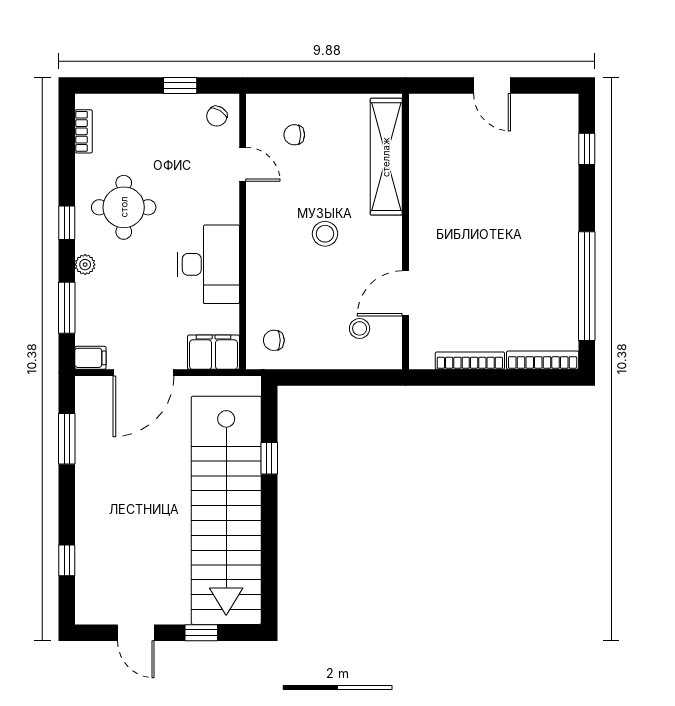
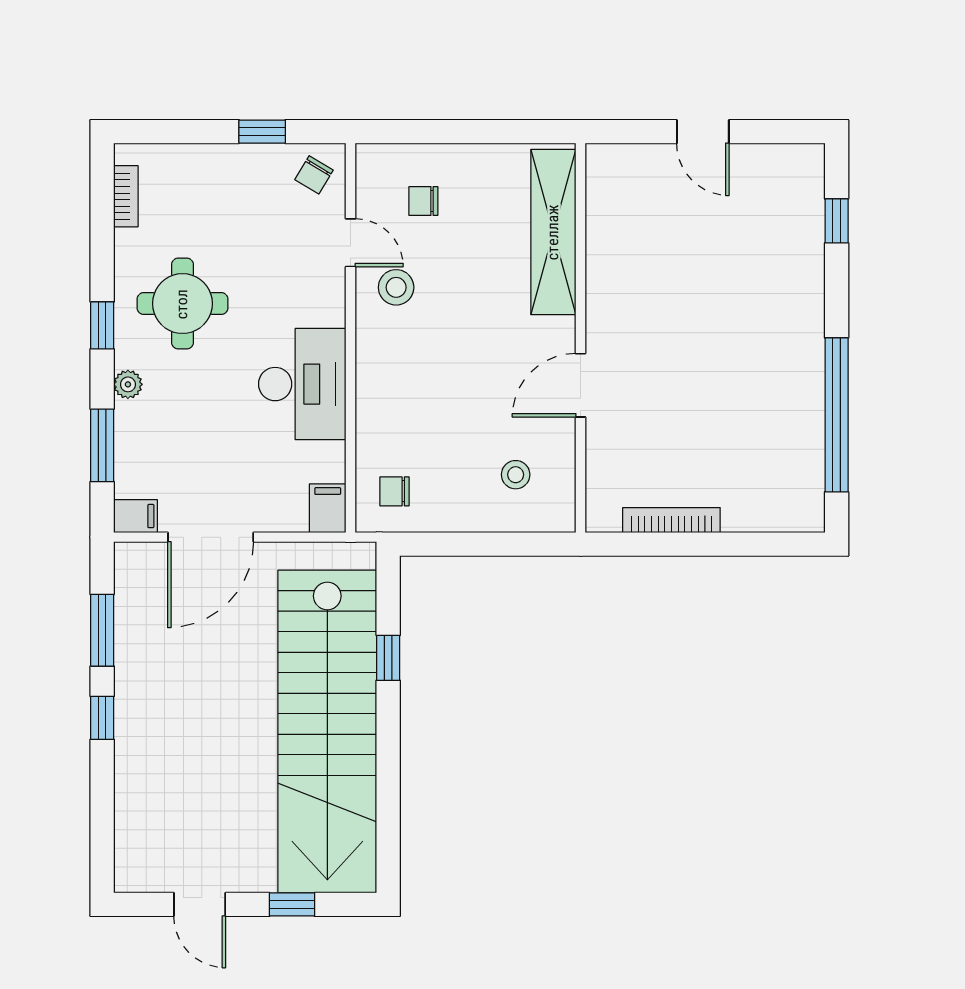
stool: (325, 234) -> (396, 287), moved
door: (406, 293) -> (581, 385), moved
filing cabinet: (214, 352) -> (328, 508), width x0.50
bookcase: (543, 360) -> (774, 519), removed
window: (67, 560) -> (102, 718), moved

